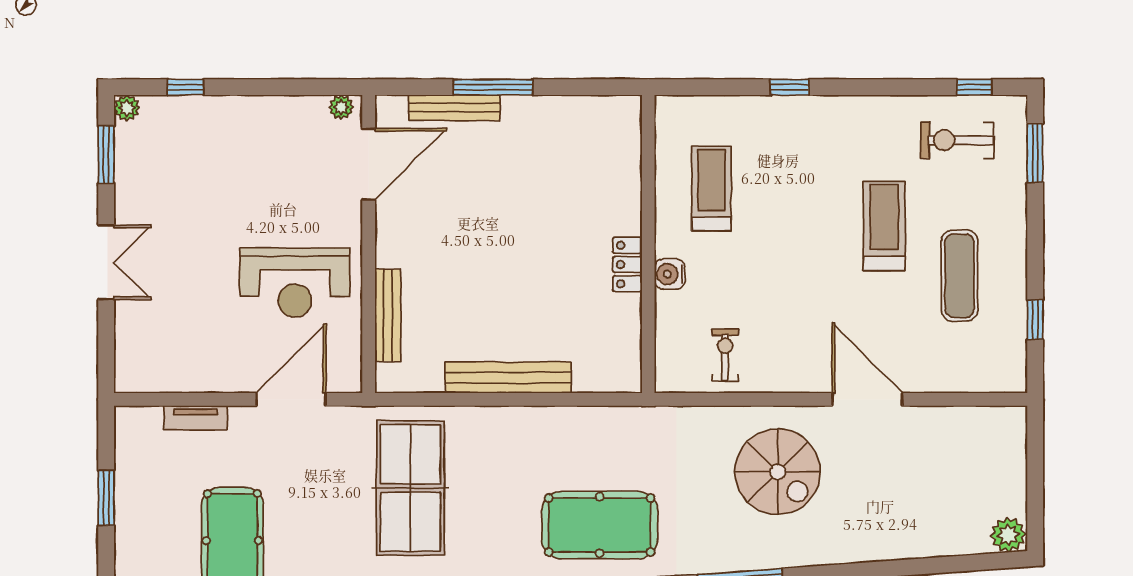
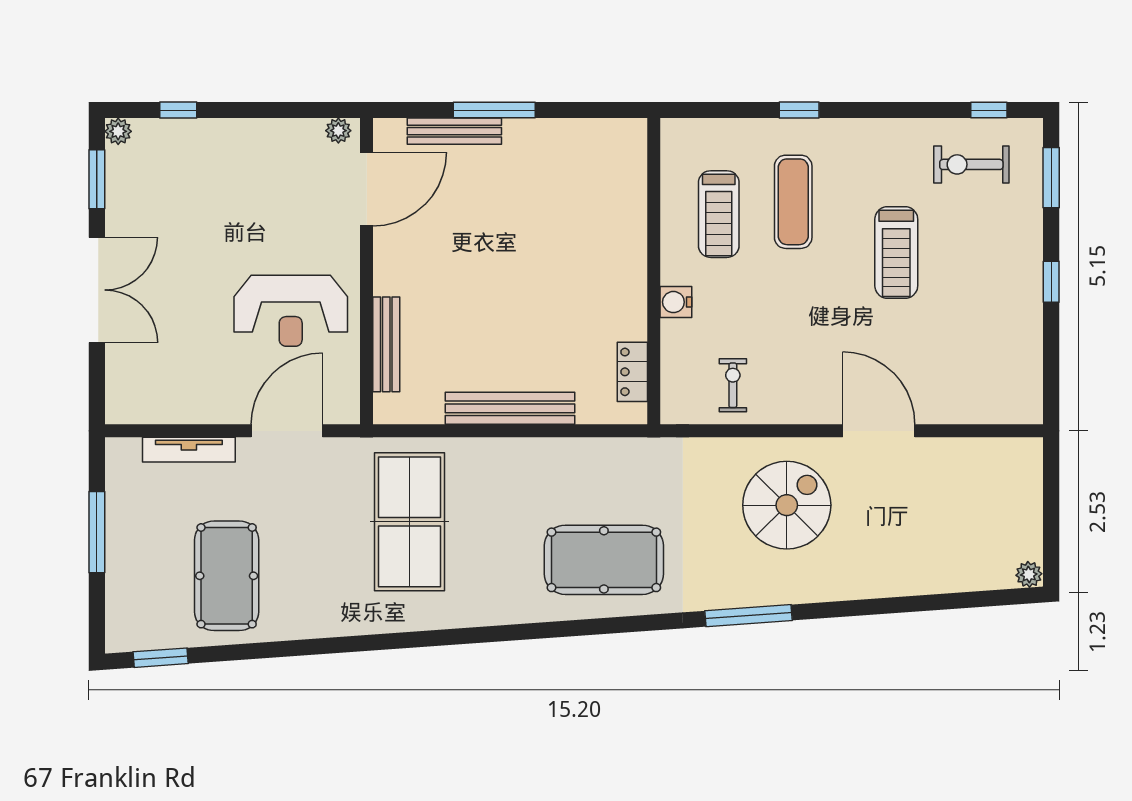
treadmill: (711, 188) -> (719, 214), turned 180
treadmill: (884, 226) -> (896, 253), turned 180
double door: (106, 262) -> (97, 290), width x1.37
locker: (627, 265) -> (632, 372), moved
exercise mat: (959, 276) -> (793, 202), moved
window: (1035, 320) -> (1051, 282), moved
tv unit: (196, 418) -> (189, 450), width x1.41
spiral stairs: (778, 472) -> (787, 505), turned -90
window: (106, 498) -> (97, 532), width x1.44
plant: (1008, 535) -> (1029, 574), width x0.73, depth x0.73

